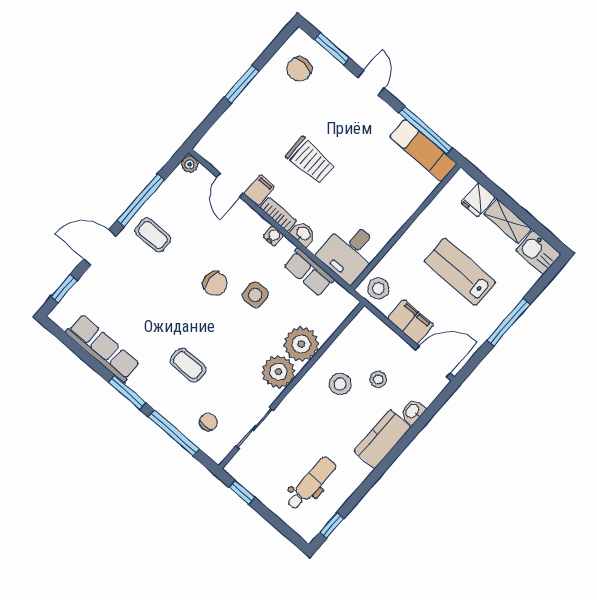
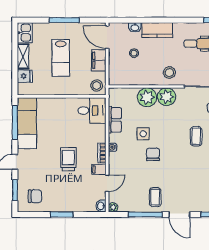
exam couch: (423, 150) -> (27, 123), width x1.36, depth x1.45
washbasin: (303, 234) -> (101, 206), moved
stool: (340, 384) -> (169, 72), moved

